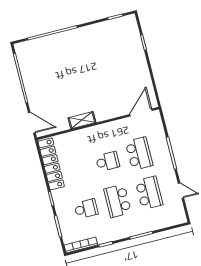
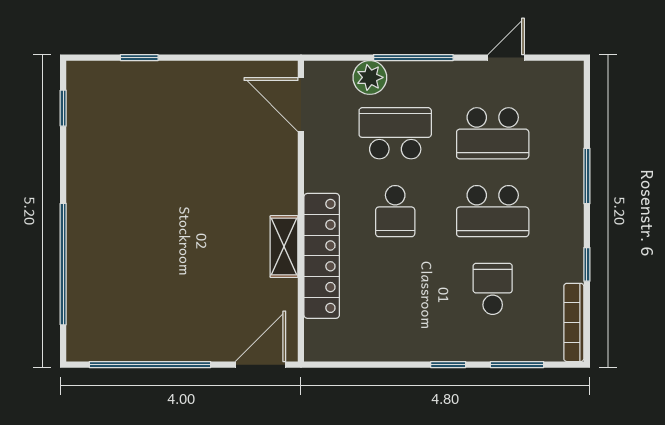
plant: (159, 138) -> (370, 77), added
school desk: (108, 161) -> (395, 211), turned 180
locker: (51, 164) -> (322, 256), moved, turned 90
school desk: (149, 193) -> (493, 133), turned 180

